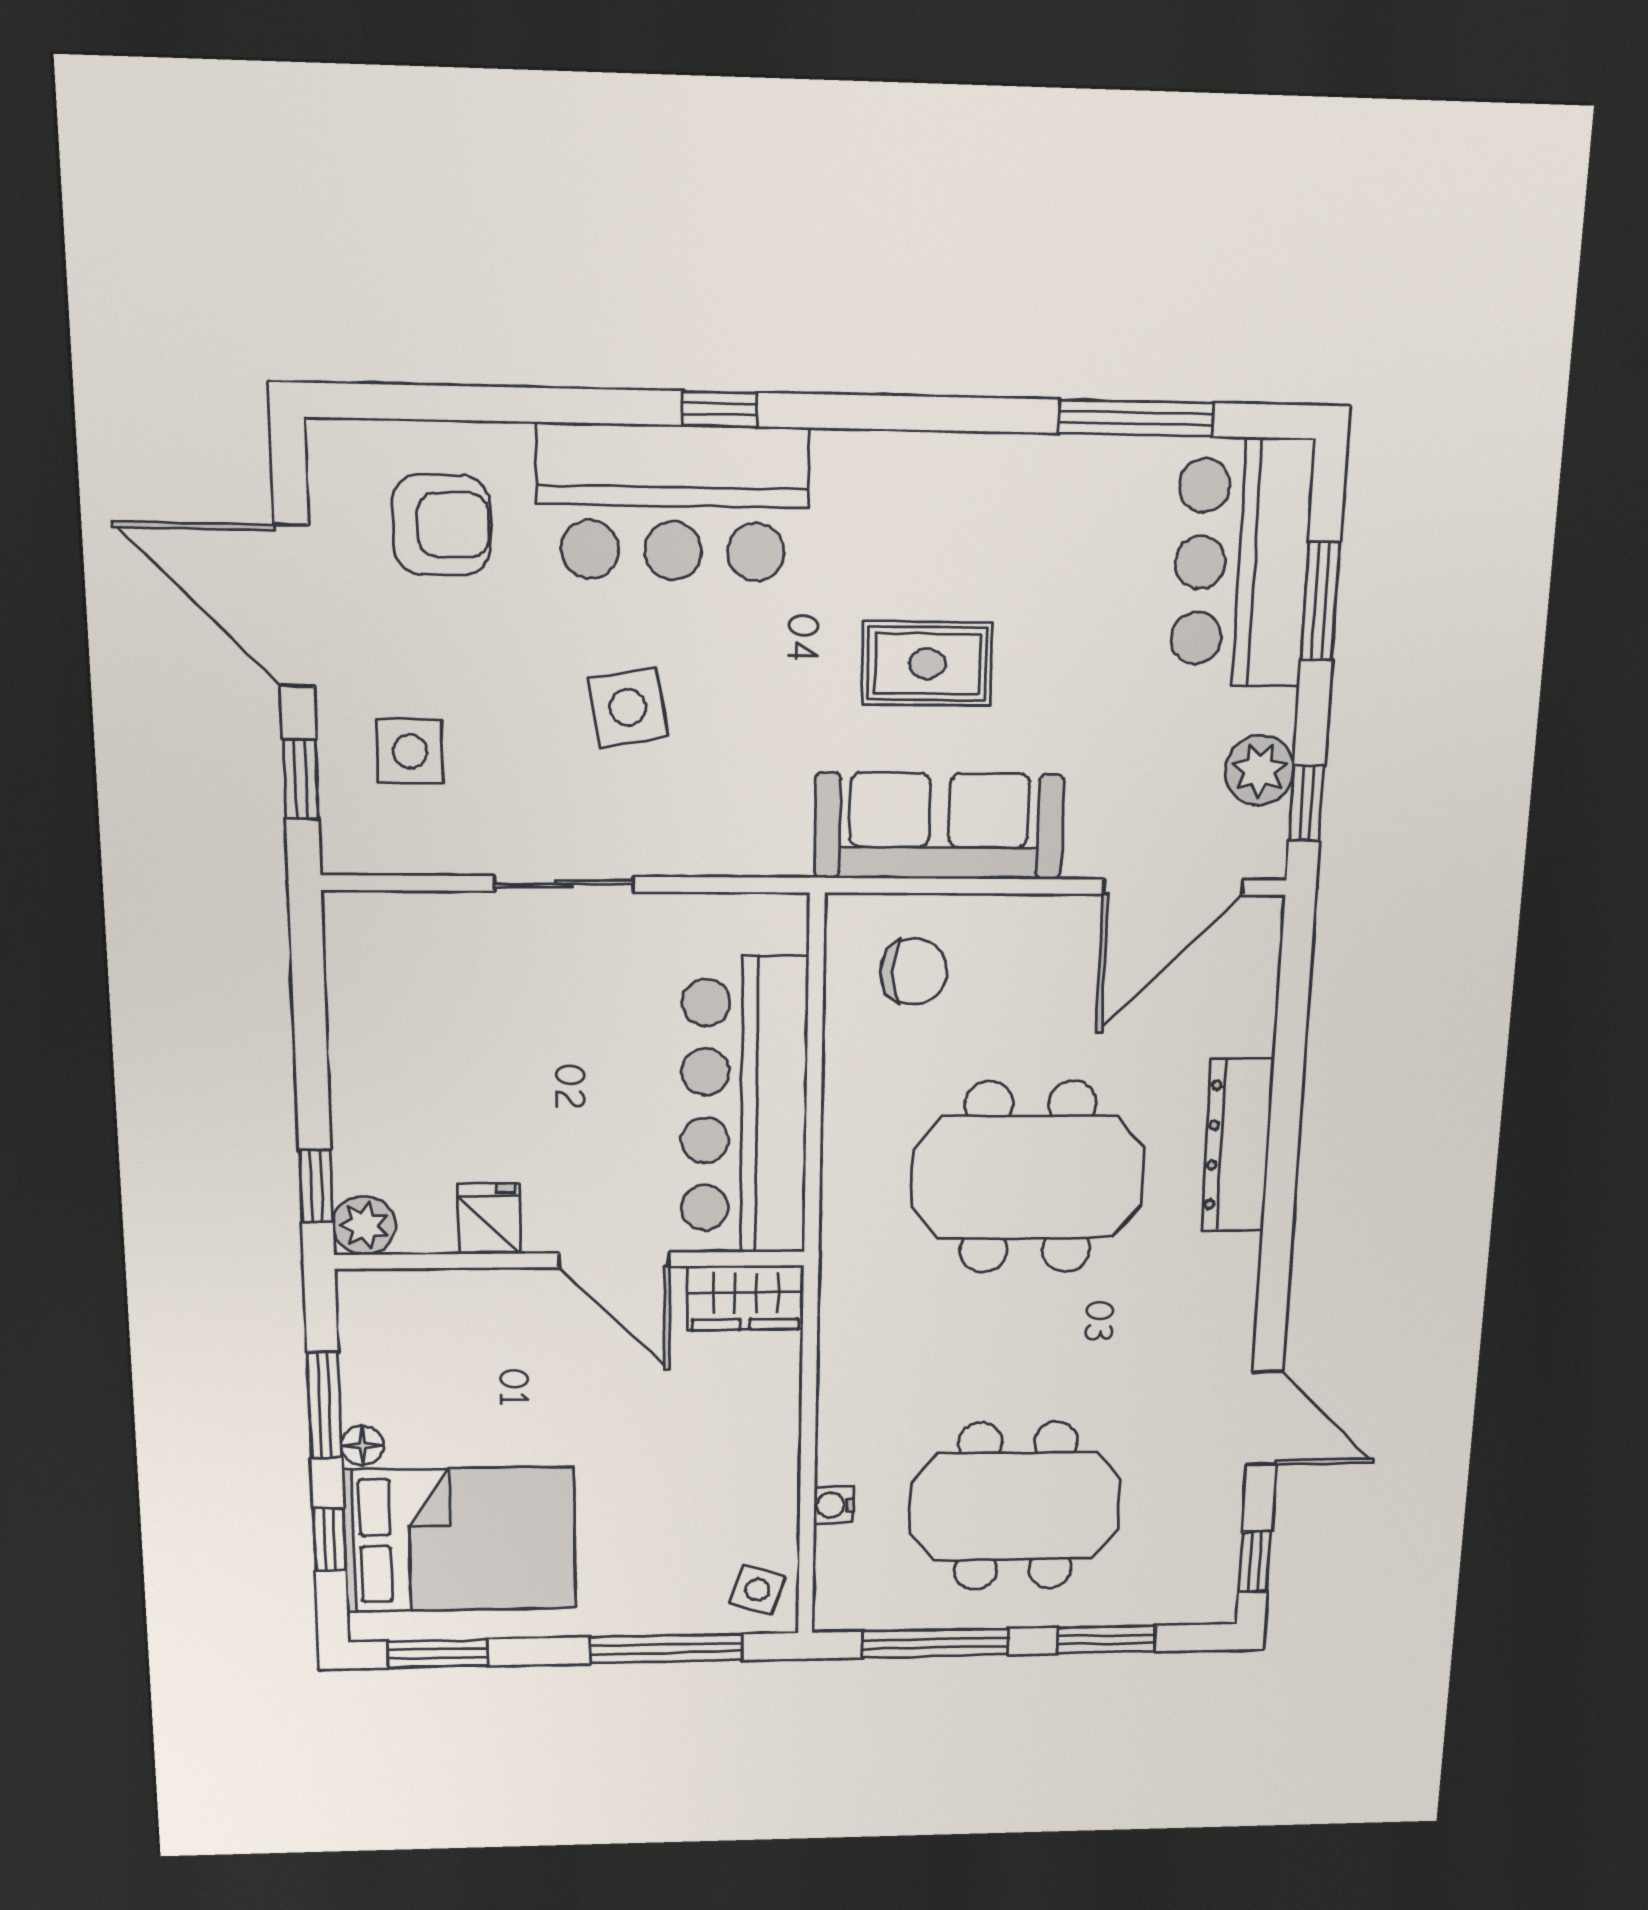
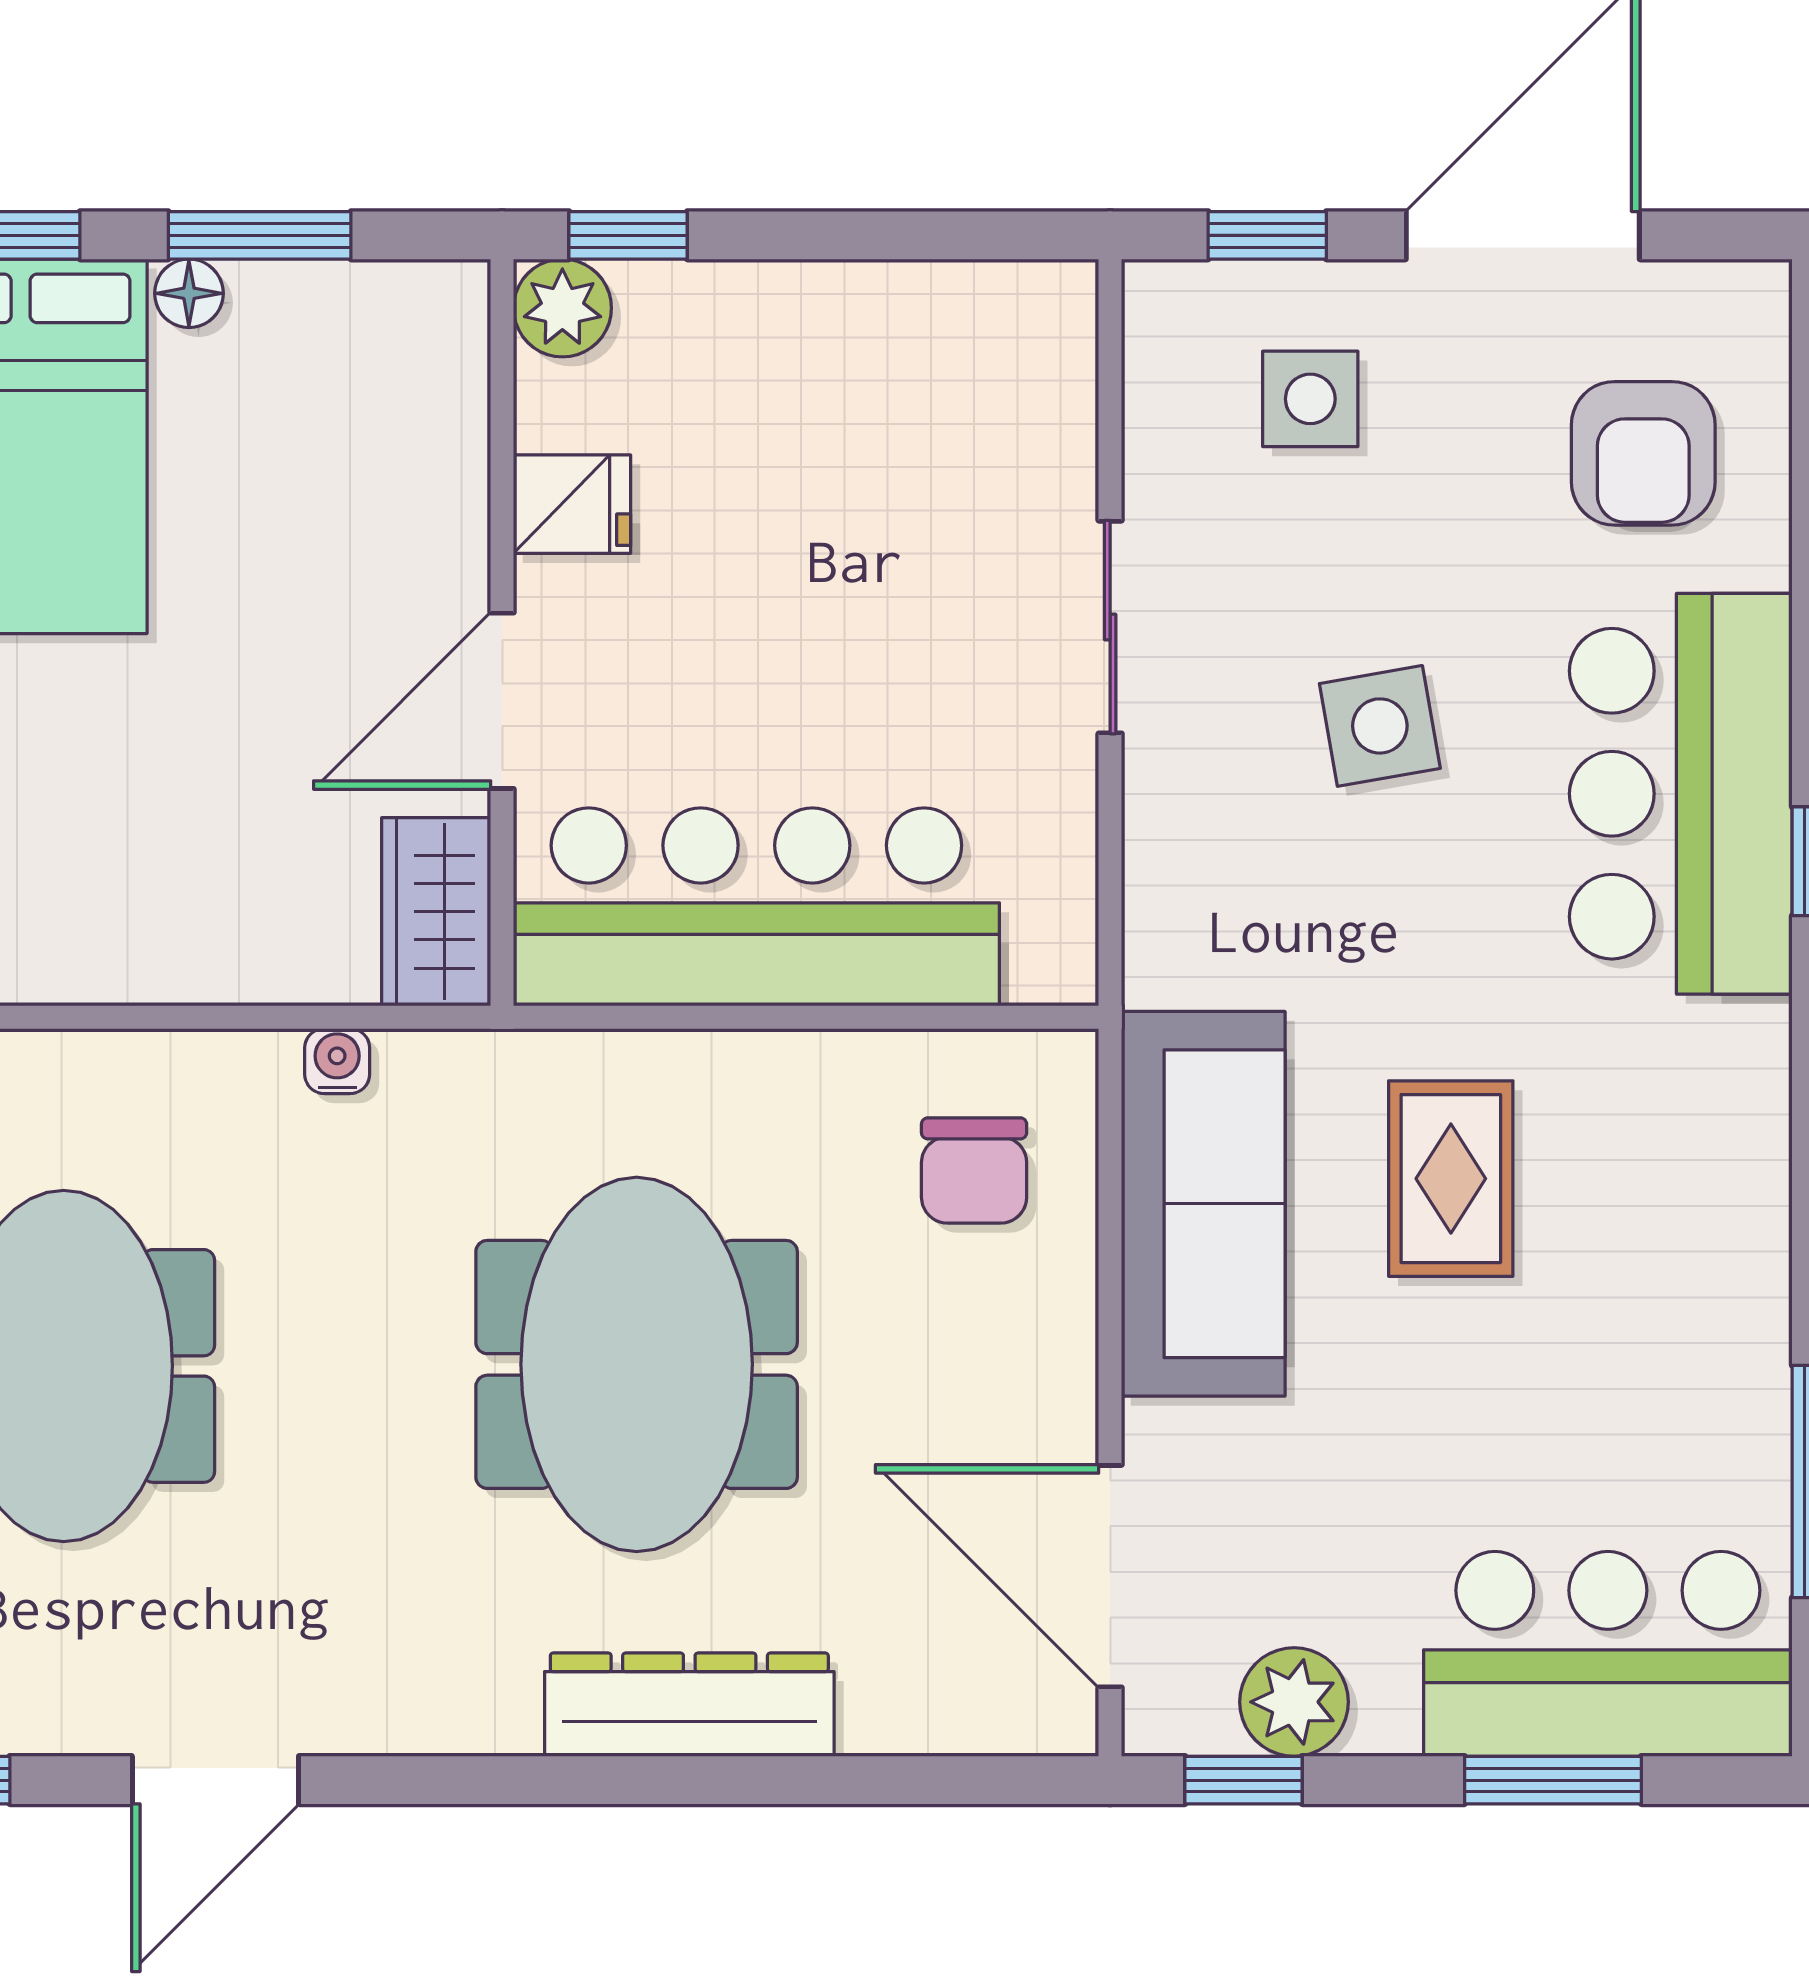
water cooler: (833, 1505) -> (337, 1061), moved

